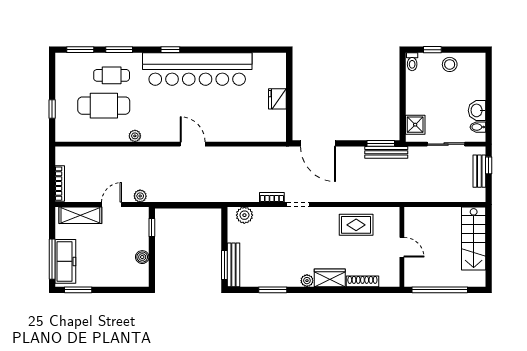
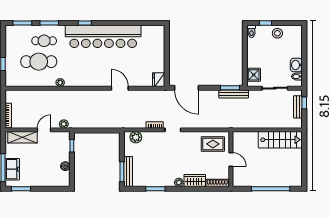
fridge: (277, 99) -> (159, 80), moved
door: (193, 144) -> (120, 88), moved
stairs: (474, 238) -> (280, 140), moved, turned -90
door: (402, 247) -> (231, 159), moved
wall: (402, 247) -> (231, 159), moved
freezer: (65, 261) -> (12, 169), width x0.71

